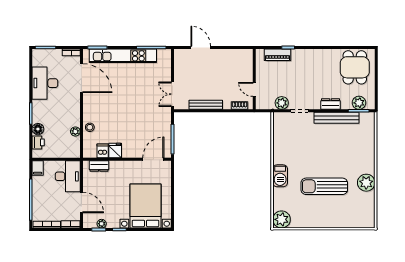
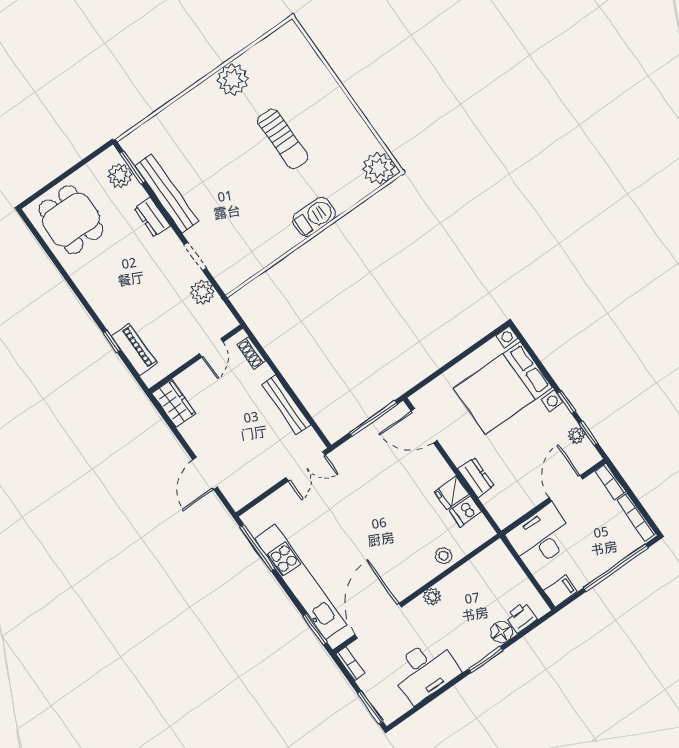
wardrobe: (241, 56) -> (174, 403), added
dining table: (355, 67) -> (71, 220), turned 90
plant: (75, 131) -> (432, 596), moved
dresser: (99, 166) -> (476, 478), moved
sun lounger: (324, 186) -> (283, 139), width x0.73, depth x0.75

